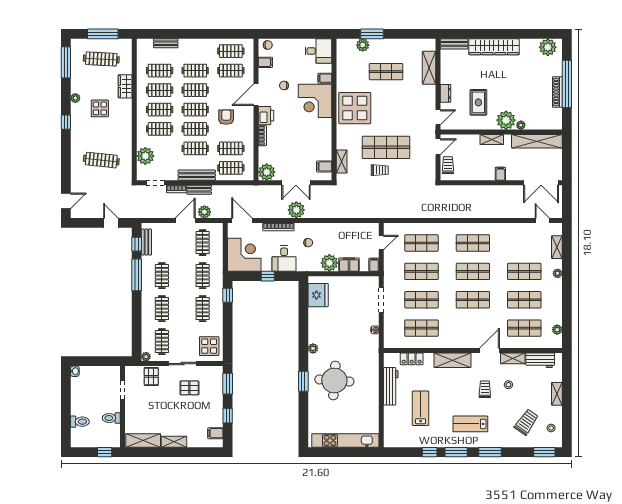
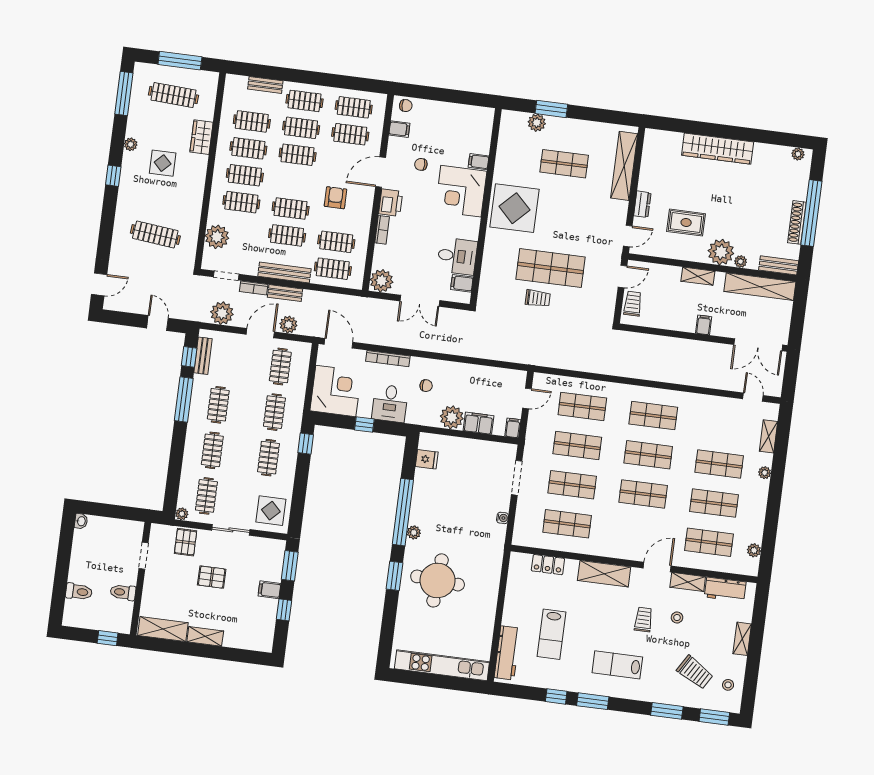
bench: (454, 44) -> (779, 265), moved
plant: (548, 47) -> (798, 154), width x0.53, depth x0.53
desk: (318, 51) -> (457, 256), moved
shelving: (429, 68) -> (624, 166), width x1.47
rug: (478, 102) -> (686, 223), turned 90
clothes rail: (195, 110) -> (305, 101), moved
shelving: (342, 161) -> (487, 280), removed
plant: (296, 210) -> (222, 313), moved
fridge: (318, 295) -> (427, 459), width x0.53, depth x0.75
window: (303, 335) -> (403, 512), added
workbench: (391, 386) -> (507, 653), moved
pallet: (189, 388) -> (212, 577), moved
lab bench: (421, 408) -> (551, 634), turned 180
trolley: (526, 422) -> (695, 672), turned 86
filing cabinet: (215, 433) -> (269, 590), moved
window: (490, 452) -> (667, 711), moved

